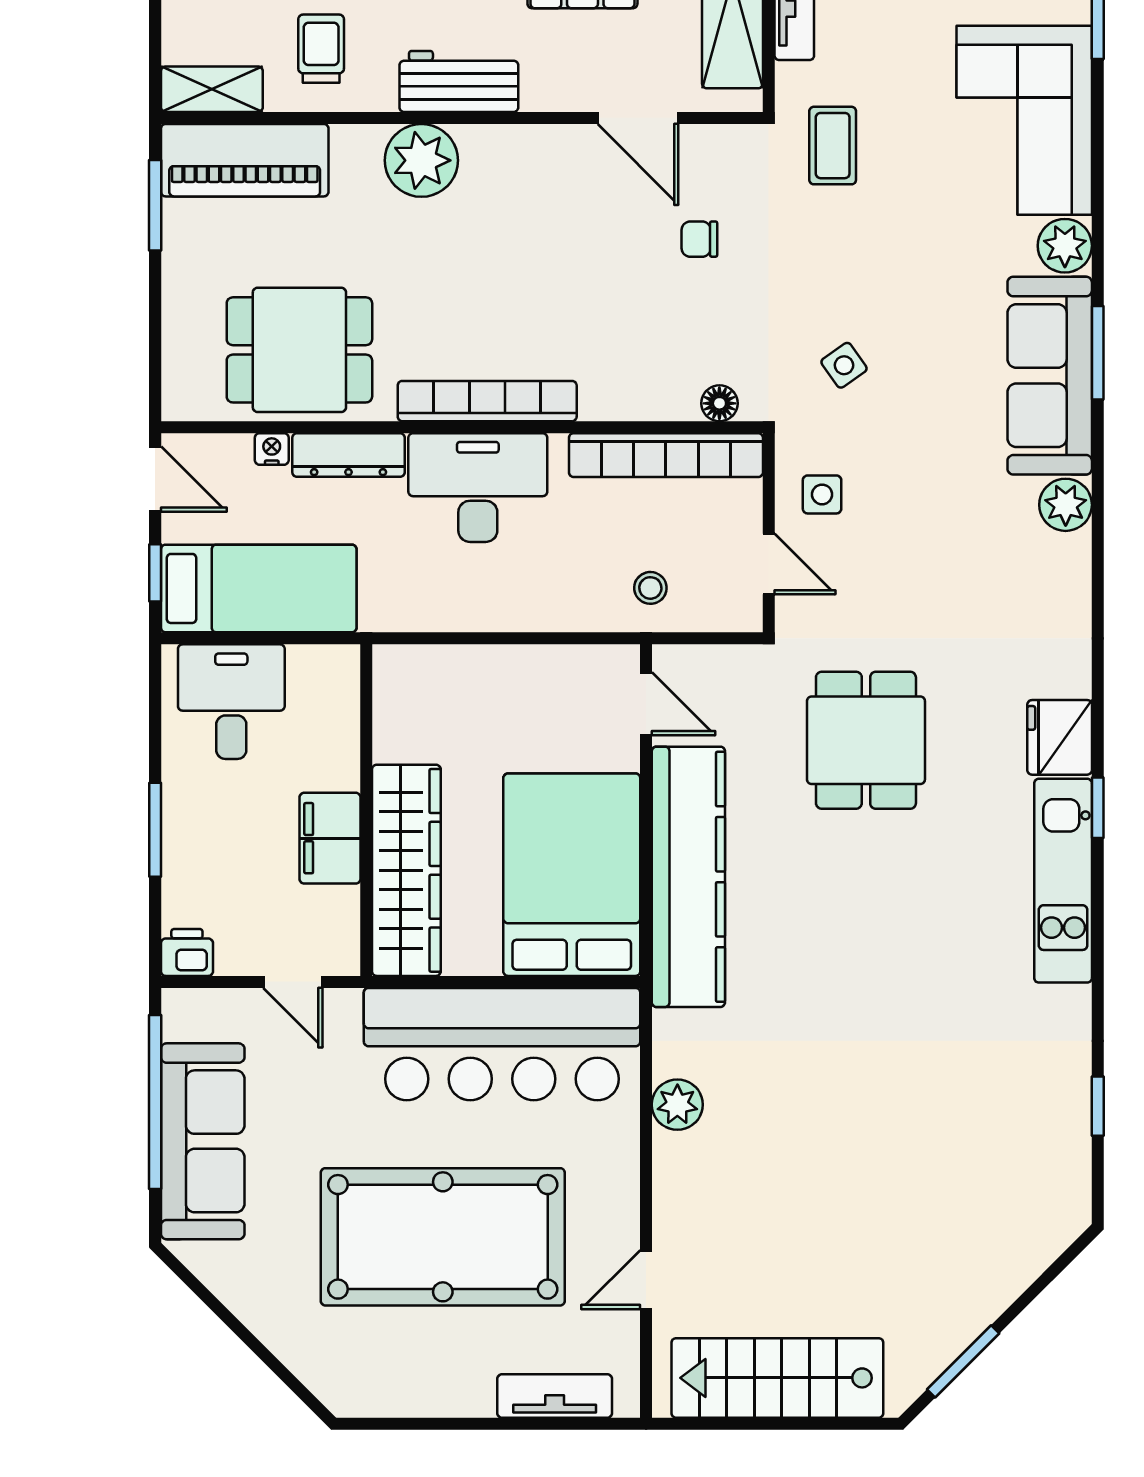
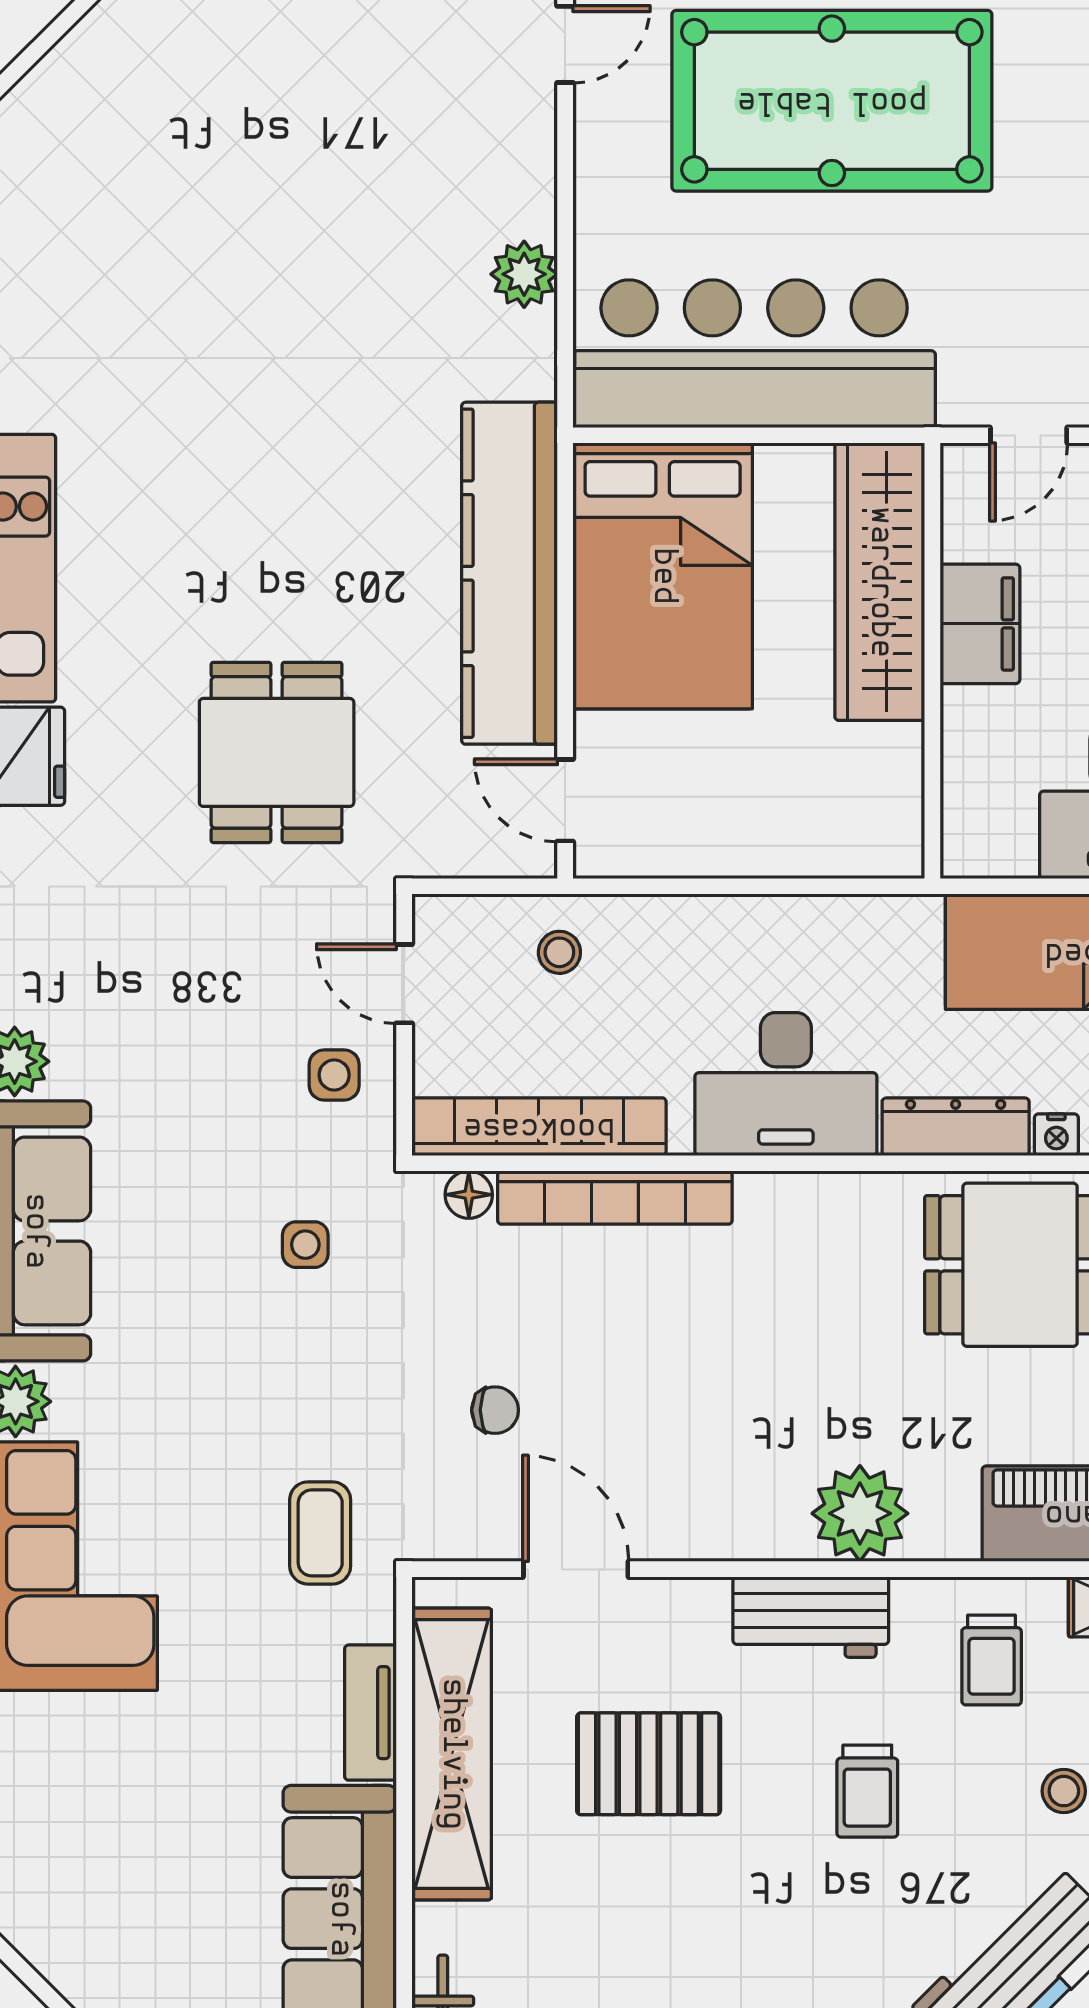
side table: (844, 365) -> (305, 1245), turned 35
bookcase: (487, 401) -> (615, 1198), moved
door: (293, 982) -> (1029, 435), swing flipped

